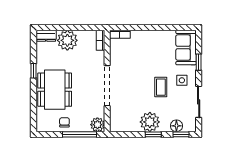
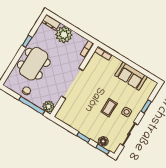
sofa: (186, 48) -> (131, 76), moved, turned -90
plant: (150, 122) -> (86, 127), removed

